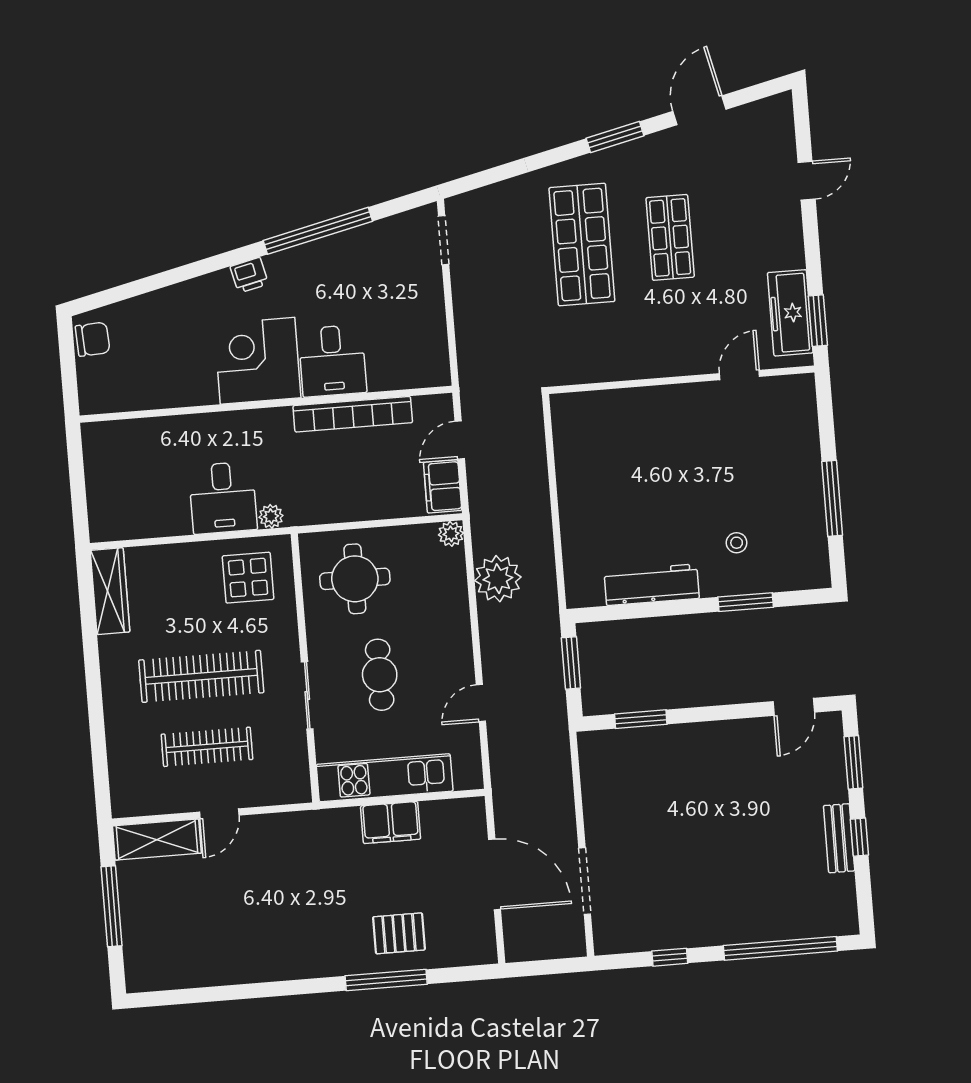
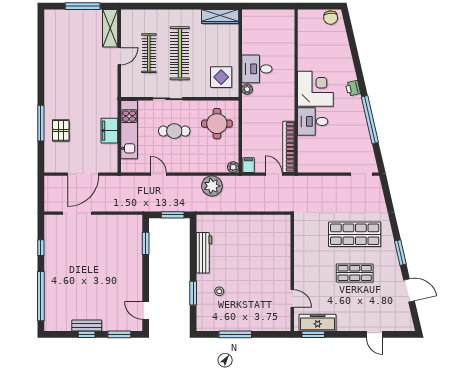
bookcase: (353, 414) -> (289, 147), moved
filing cabinet: (443, 486) -> (249, 165), width x0.50
door: (219, 814) -> (119, 56), swing flipped

